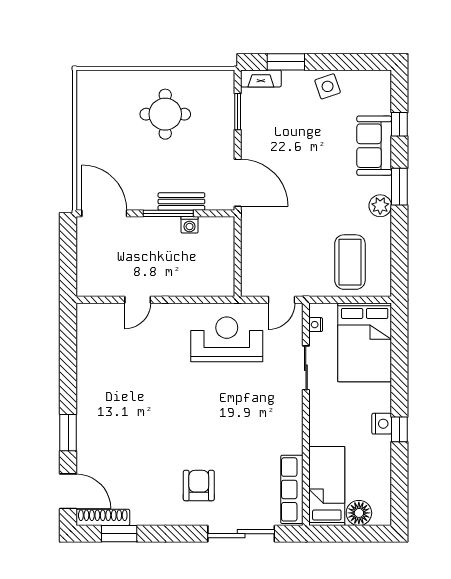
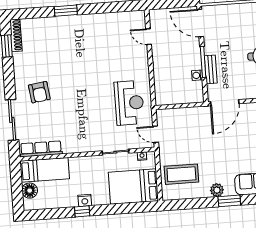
door: (104, 213) -> (200, 23), swing flipped
door: (138, 300) -> (149, 37), moved
armchair: (199, 486) -> (39, 92), turned 82
door: (68, 491) -> (30, 13), removed

